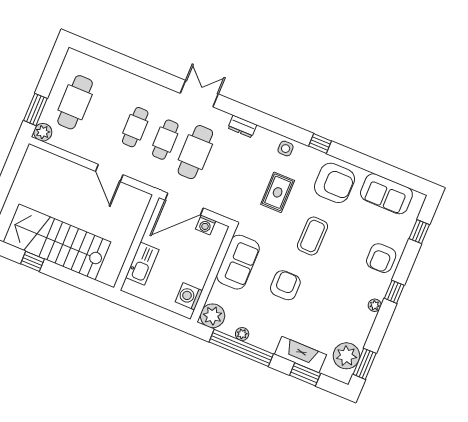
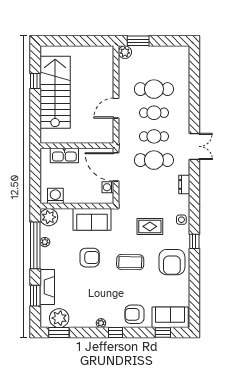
cafe table: (75, 102) -> (154, 89), moved
sofa: (386, 194) -> (170, 317), moved, turned 90

